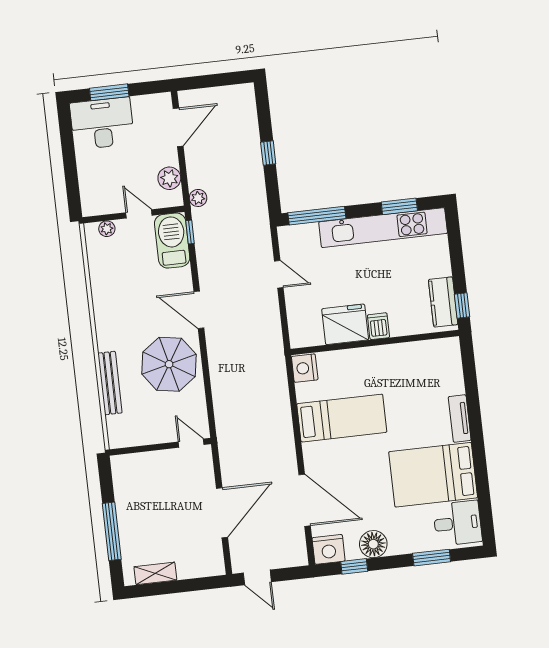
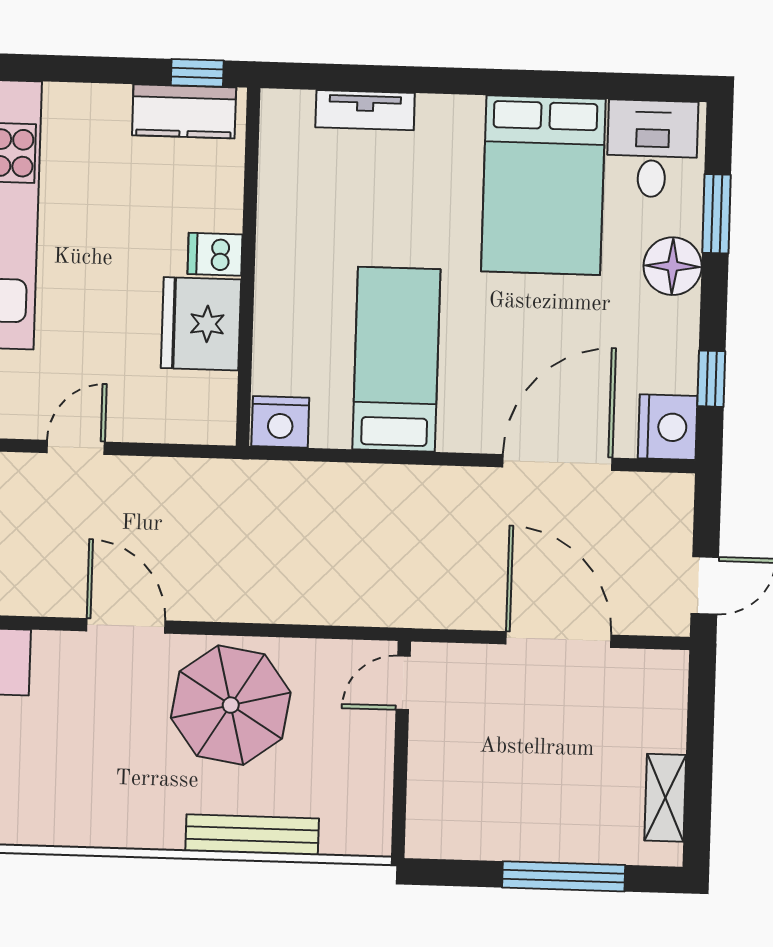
door: (199, 310) -> (126, 626), swing flipped
tv unit: (460, 418) -> (365, 110), moved
floor lamp: (373, 544) -> (673, 266), moved

